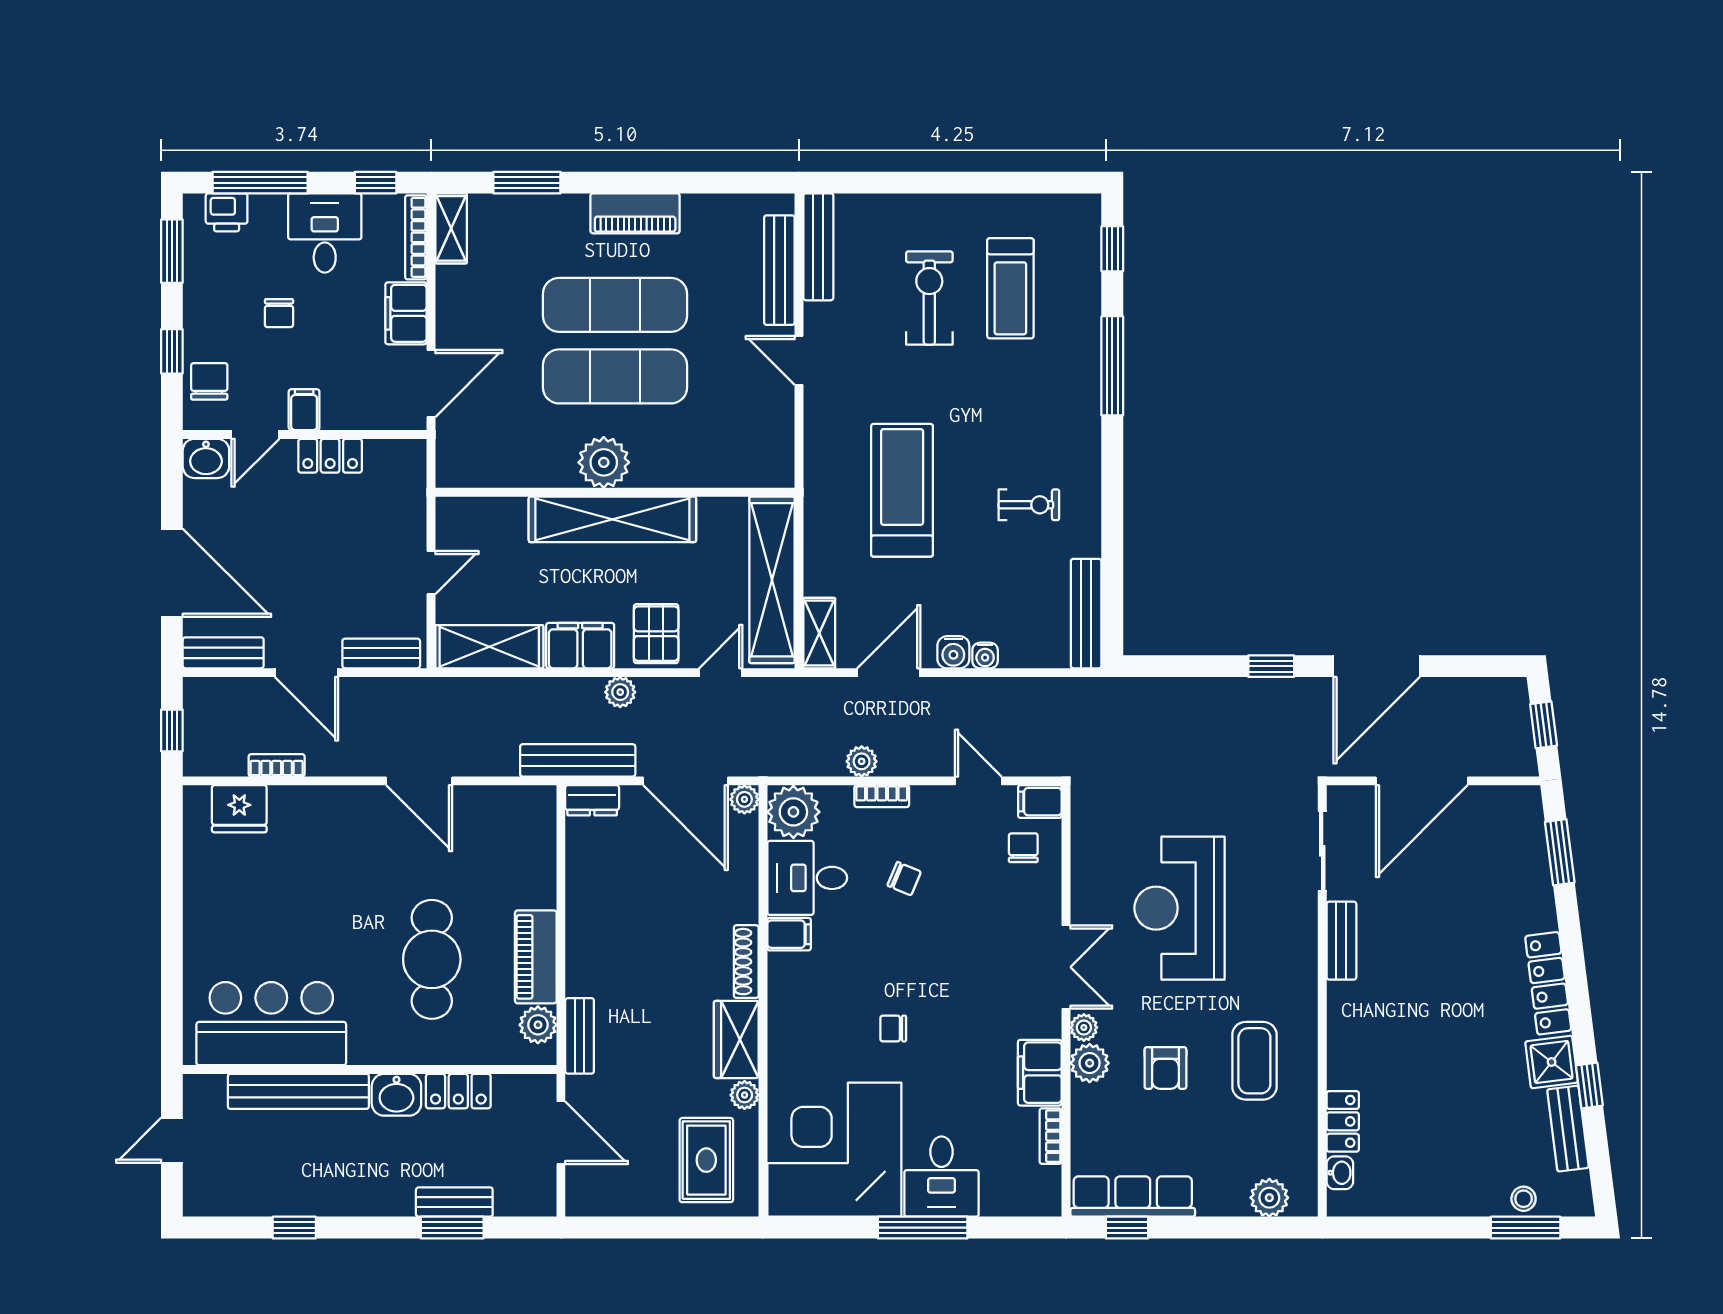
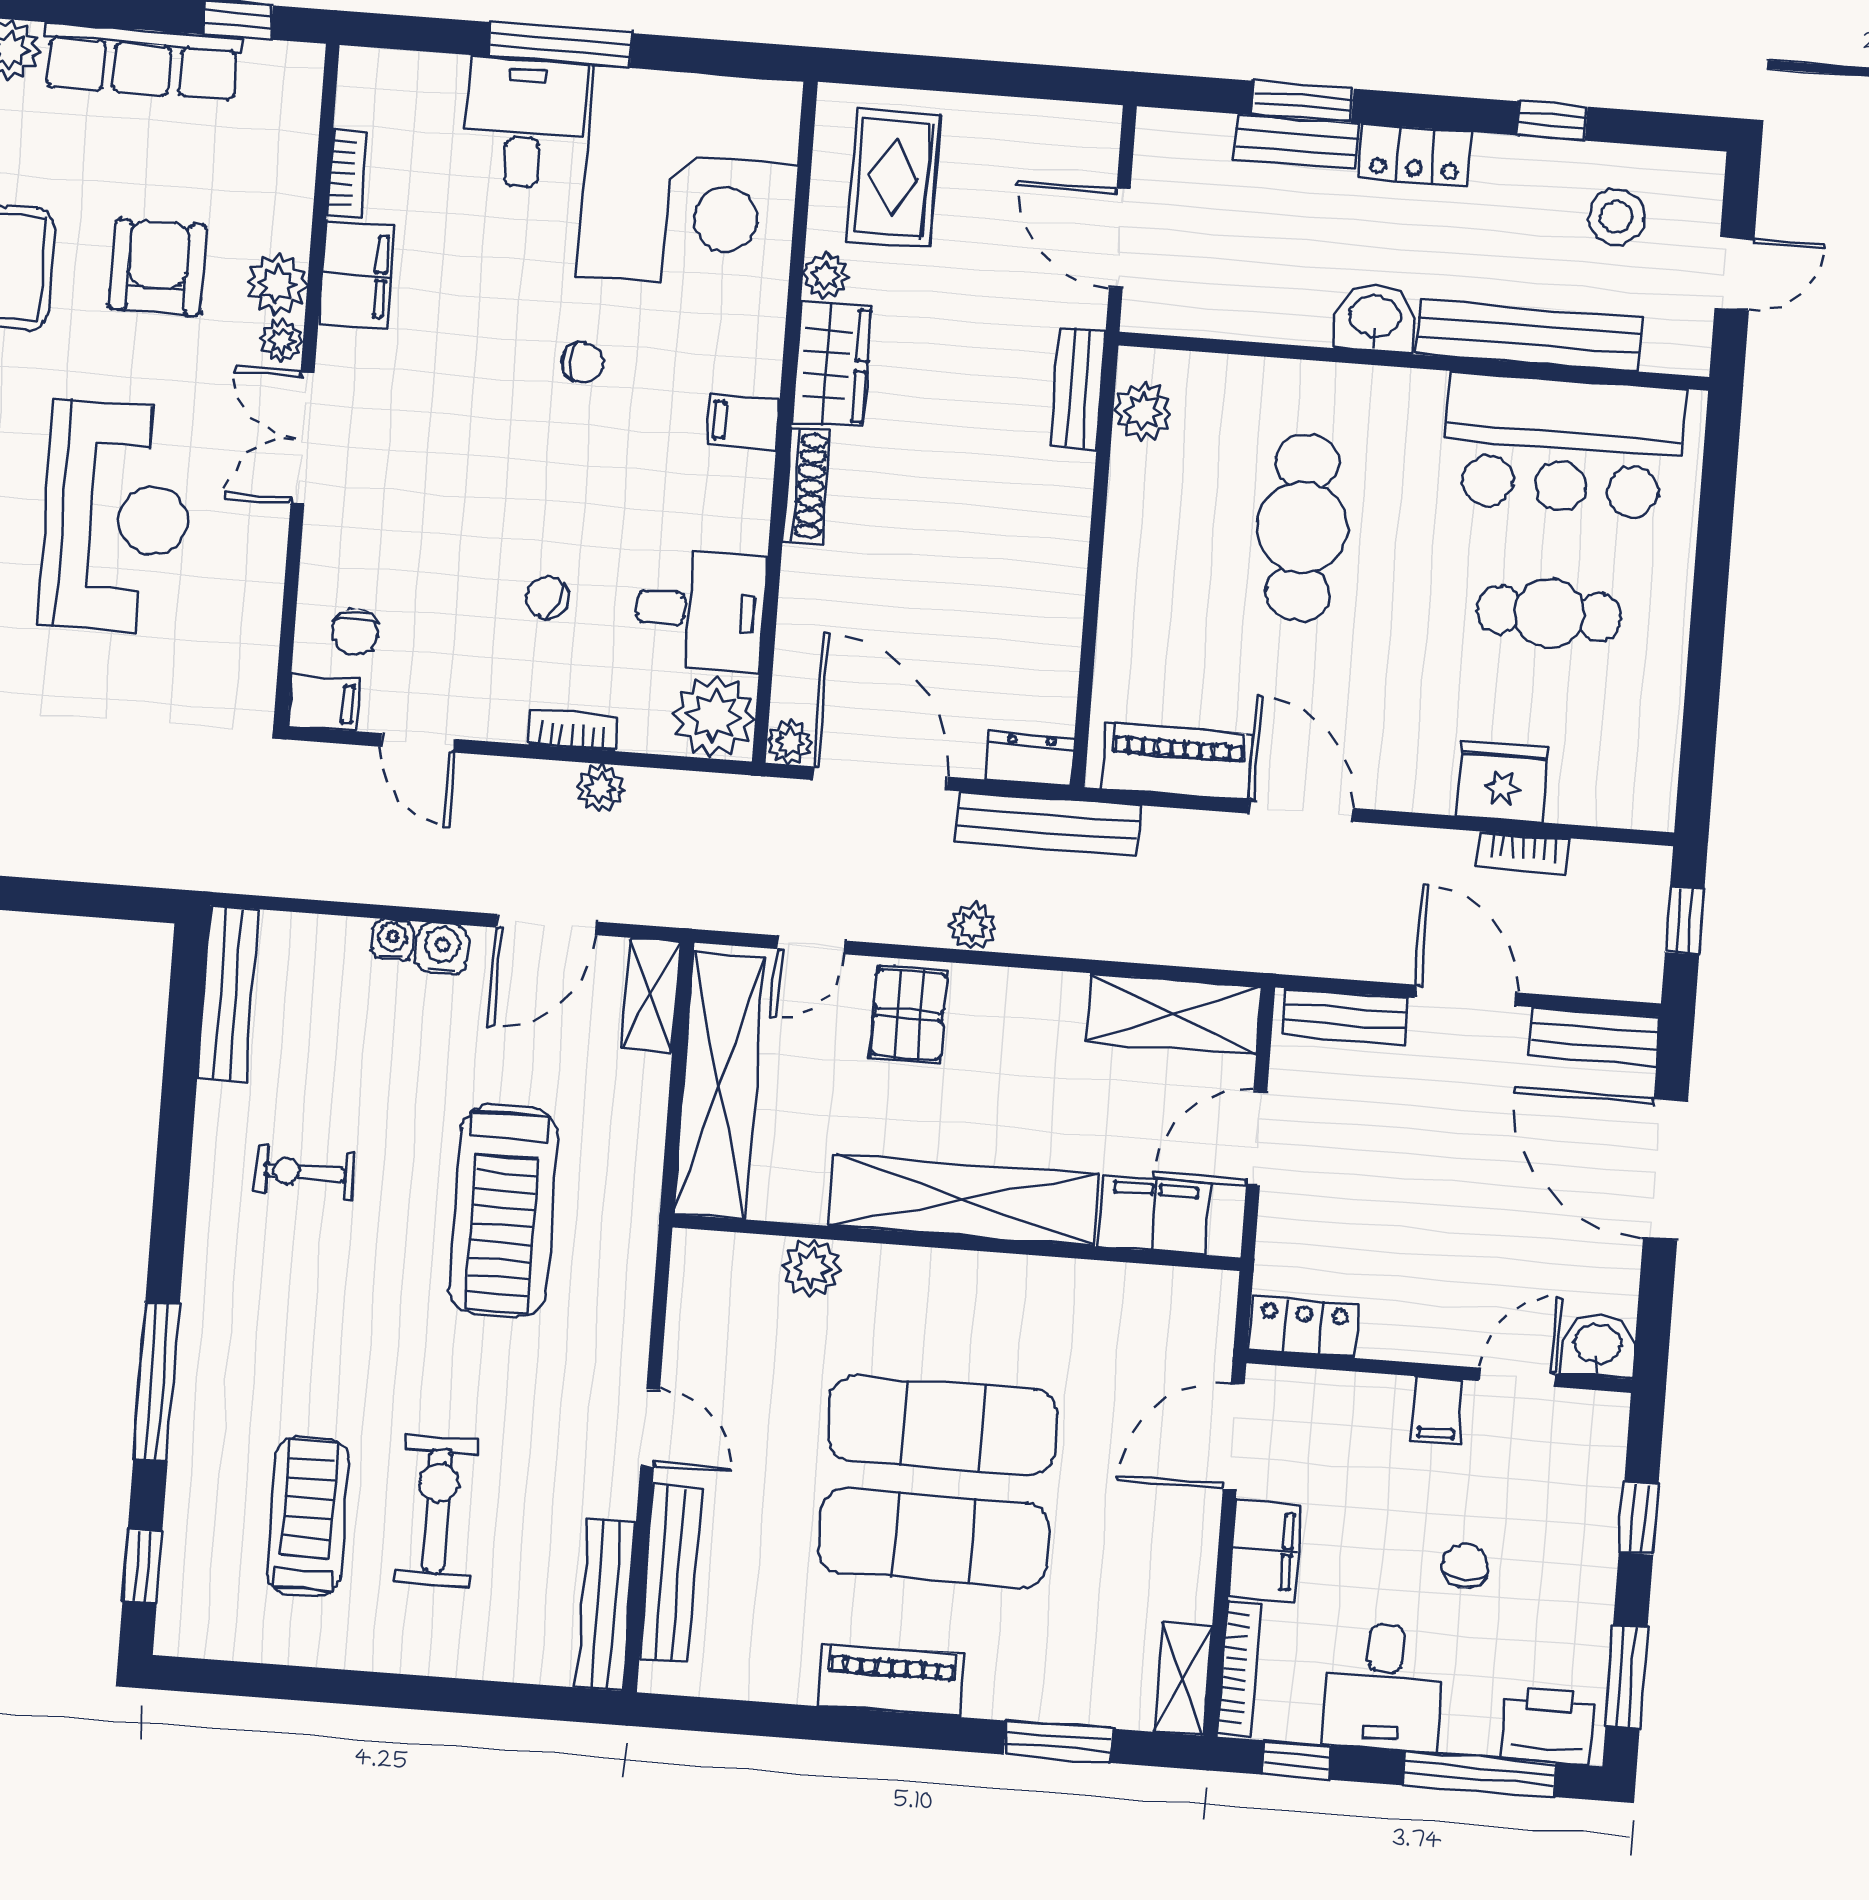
printer: (227, 212) -> (1548, 1725), width x1.36, depth x1.24
exercise bike: (929, 298) -> (437, 1511), turned 180
chair: (209, 381) -> (1583, 1467), removed
locker: (330, 456) -> (1304, 1327), moved
plant: (604, 462) -> (812, 1268), moved, width x0.73, depth x0.73
door: (431, 573) -> (1257, 1138), width x1.38
filing cabinet: (580, 646) -> (1154, 1215), moved, turned 180
fridge: (239, 809) -> (1502, 782), moved
cafe table: (272, 917) -> (1549, 613), added
filing cabinet: (789, 934) -> (743, 422), moved
piano: (536, 957) -> (1178, 761), moved, turned -90
armchair: (1165, 1068) -> (158, 267), width x1.38, depth x1.38
locker: (458, 1091) -> (1415, 155), moved, turned 180
stool: (249, 1170) -> (1616, 217), added
row of seats: (1133, 1197) -> (143, 62), moved

